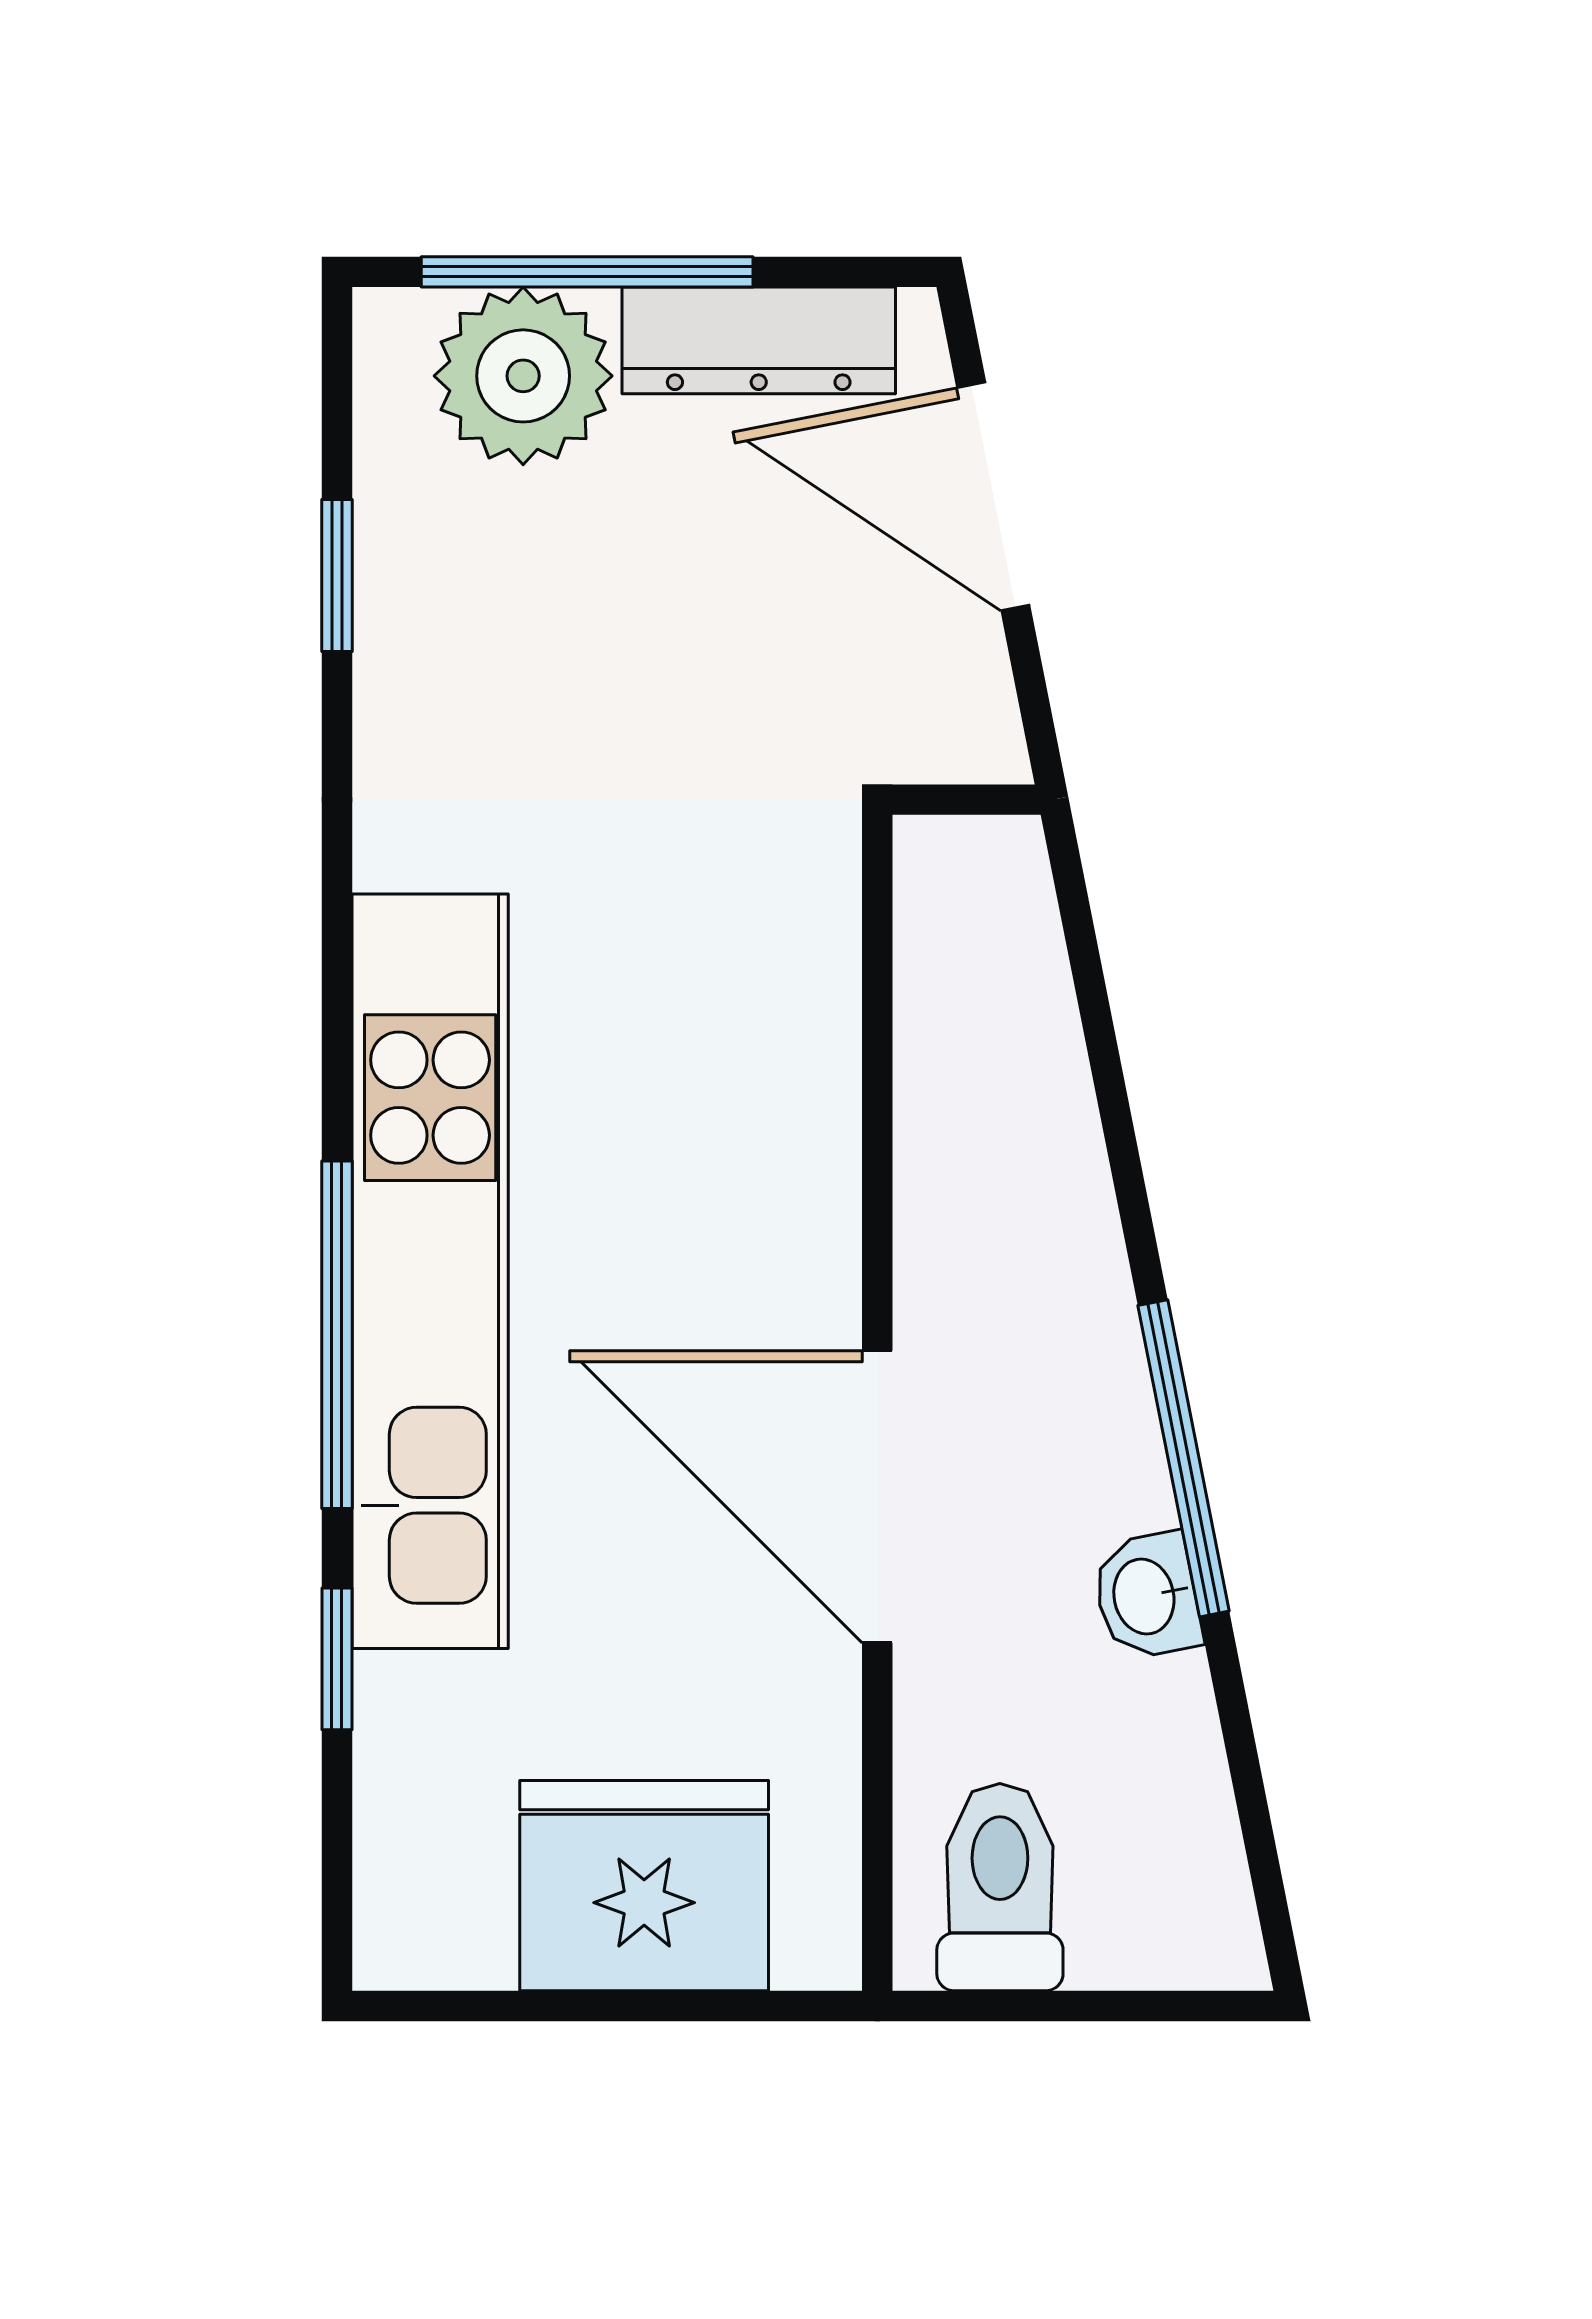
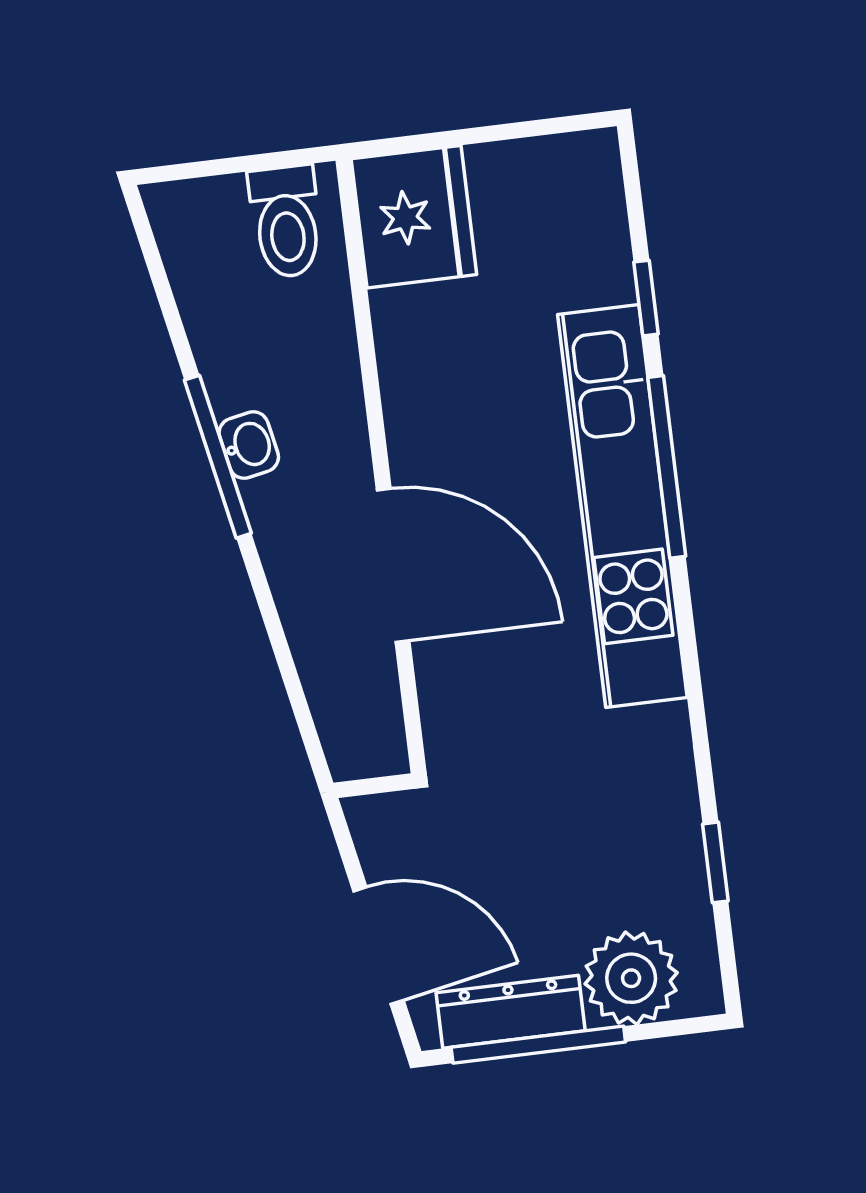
window: (587, 272) -> (538, 1045), moved
door: (877, 1497) -> (393, 565), moved
washbasin: (1147, 1596) -> (249, 445), moved
fridge: (644, 1886) -> (414, 217), moved, turned -90

